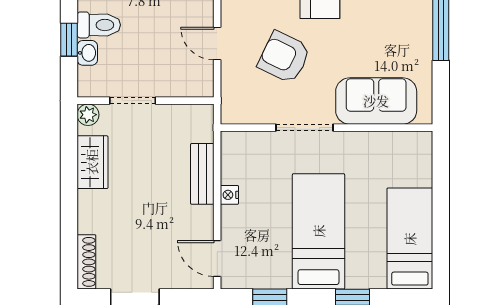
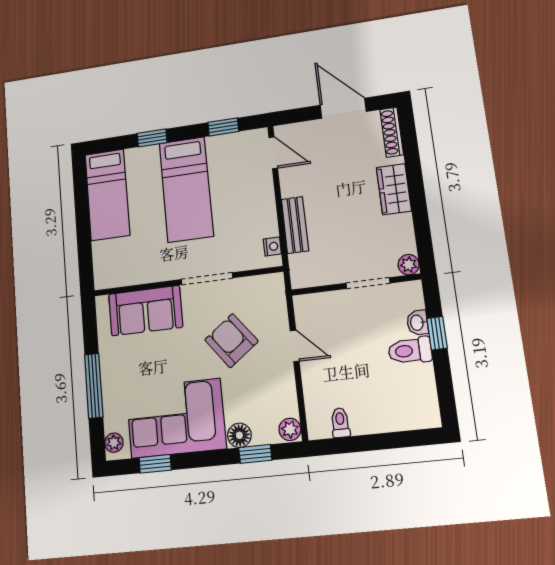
armchair: (284, 57) -> (231, 341), turned -153
wardrobe: (92, 162) -> (394, 189), moved
nightstand: (229, 195) -> (272, 247), moved

